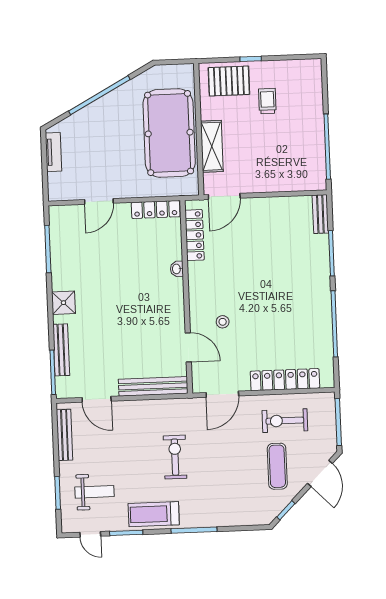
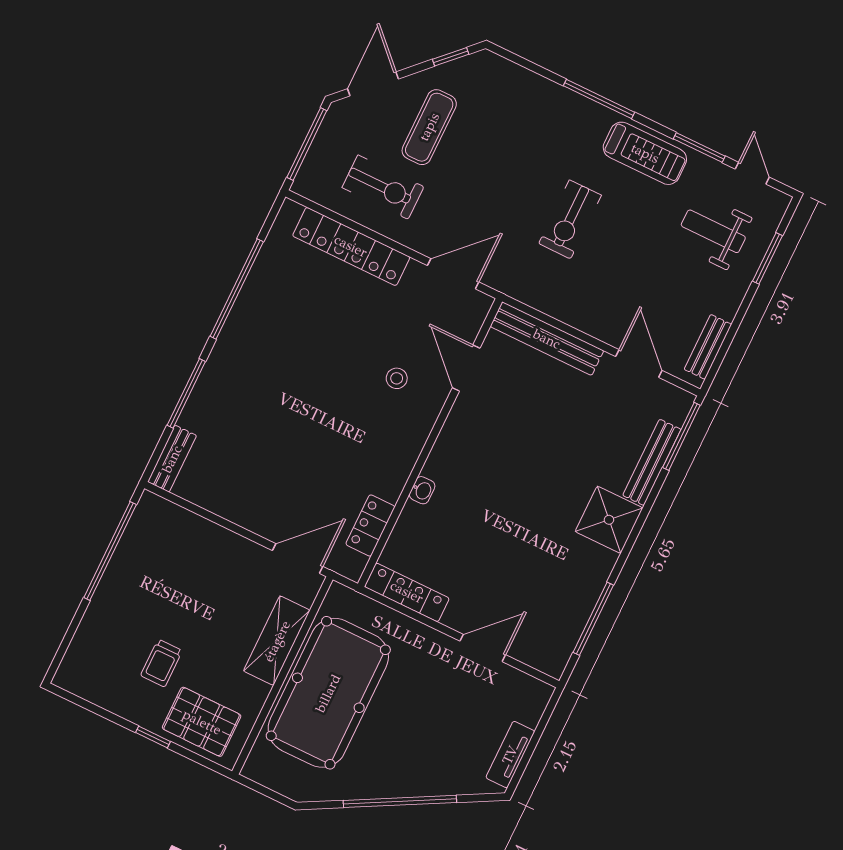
locker: (195, 235) -> (370, 525), width x0.66
shower: (63, 303) -> (609, 520), width x1.36, depth x1.36
bench: (65, 435) -> (708, 347), width x0.73

